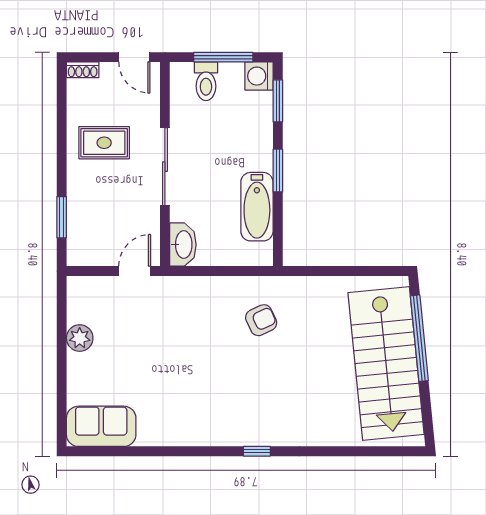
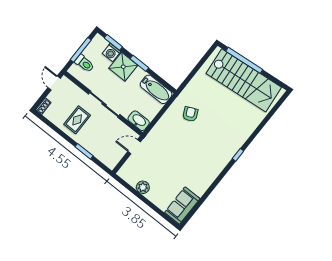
door: (134, 57) -> (54, 83), swing flipped
washing machine: (259, 76) -> (111, 53), moved
shower: (251, 149) -> (123, 67), added
bathtub: (257, 207) -> (156, 89), moved
window: (62, 217) -> (84, 151), moved
door: (135, 271) -> (134, 147), hinge flipped

